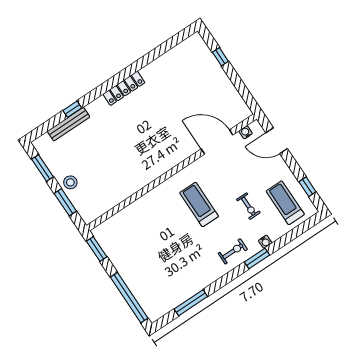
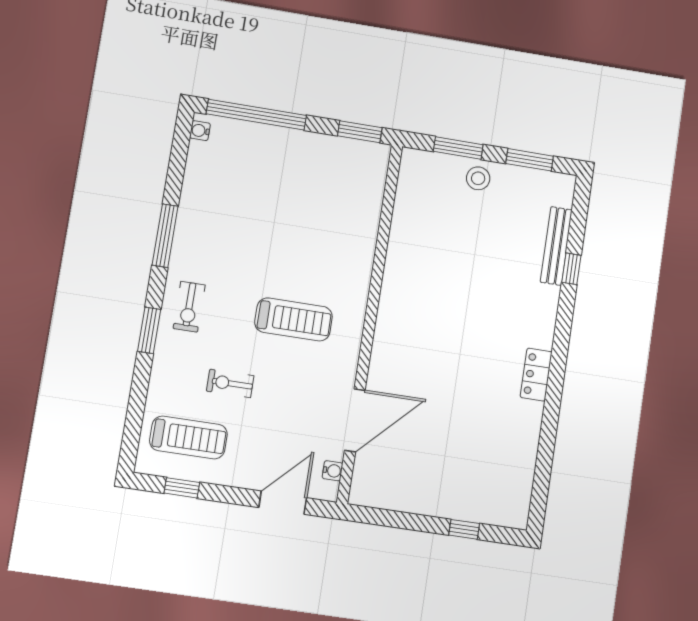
locker: (124, 88) -> (536, 375), width x0.66
water cooler: (265, 242) -> (200, 131), moved
window: (191, 303) -> (165, 236), moved

